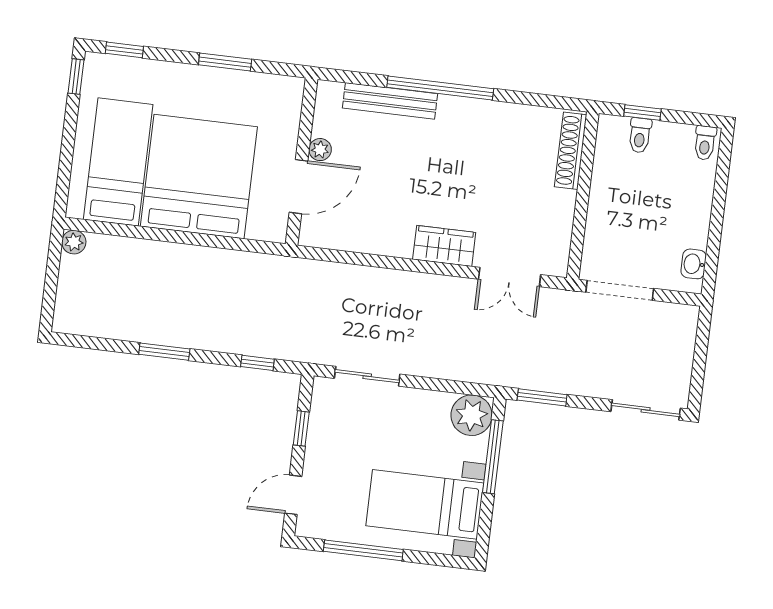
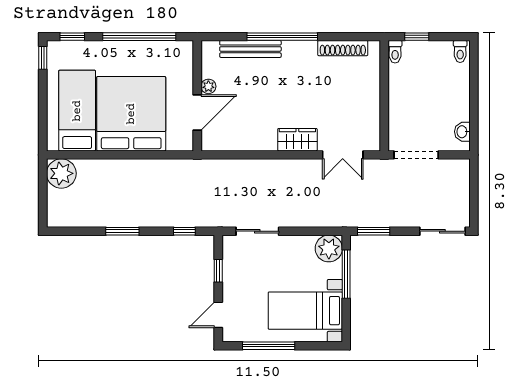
window: (225, 62) -> (139, 37), width x2.11
toilet: (640, 135) -> (395, 52), moved
shoe rack: (571, 151) -> (343, 48), moved, turned -90
plant: (74, 242) -> (61, 173), width x1.87, depth x1.87

